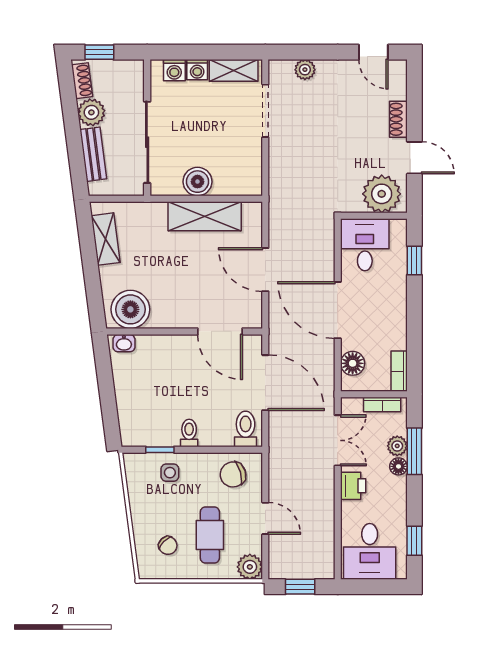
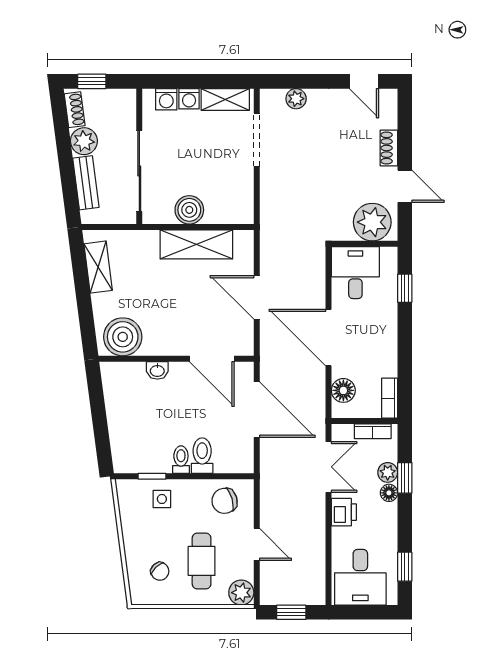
washbasin: (124, 343) -> (157, 370), moved
toilet: (246, 429) -> (202, 456), moved
window: (414, 451) -> (405, 478), width x0.67

